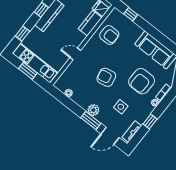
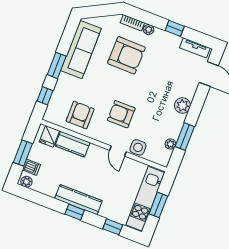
window: (150, 29) -> (57, 65), added
armchair: (106, 77) -> (121, 114), moved, turned 101
side table: (121, 107) -> (138, 147), moved
window: (91, 121) -> (185, 137), moved

